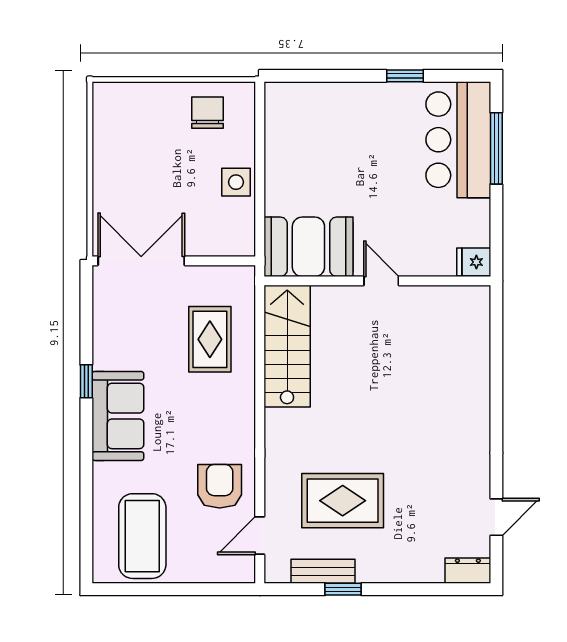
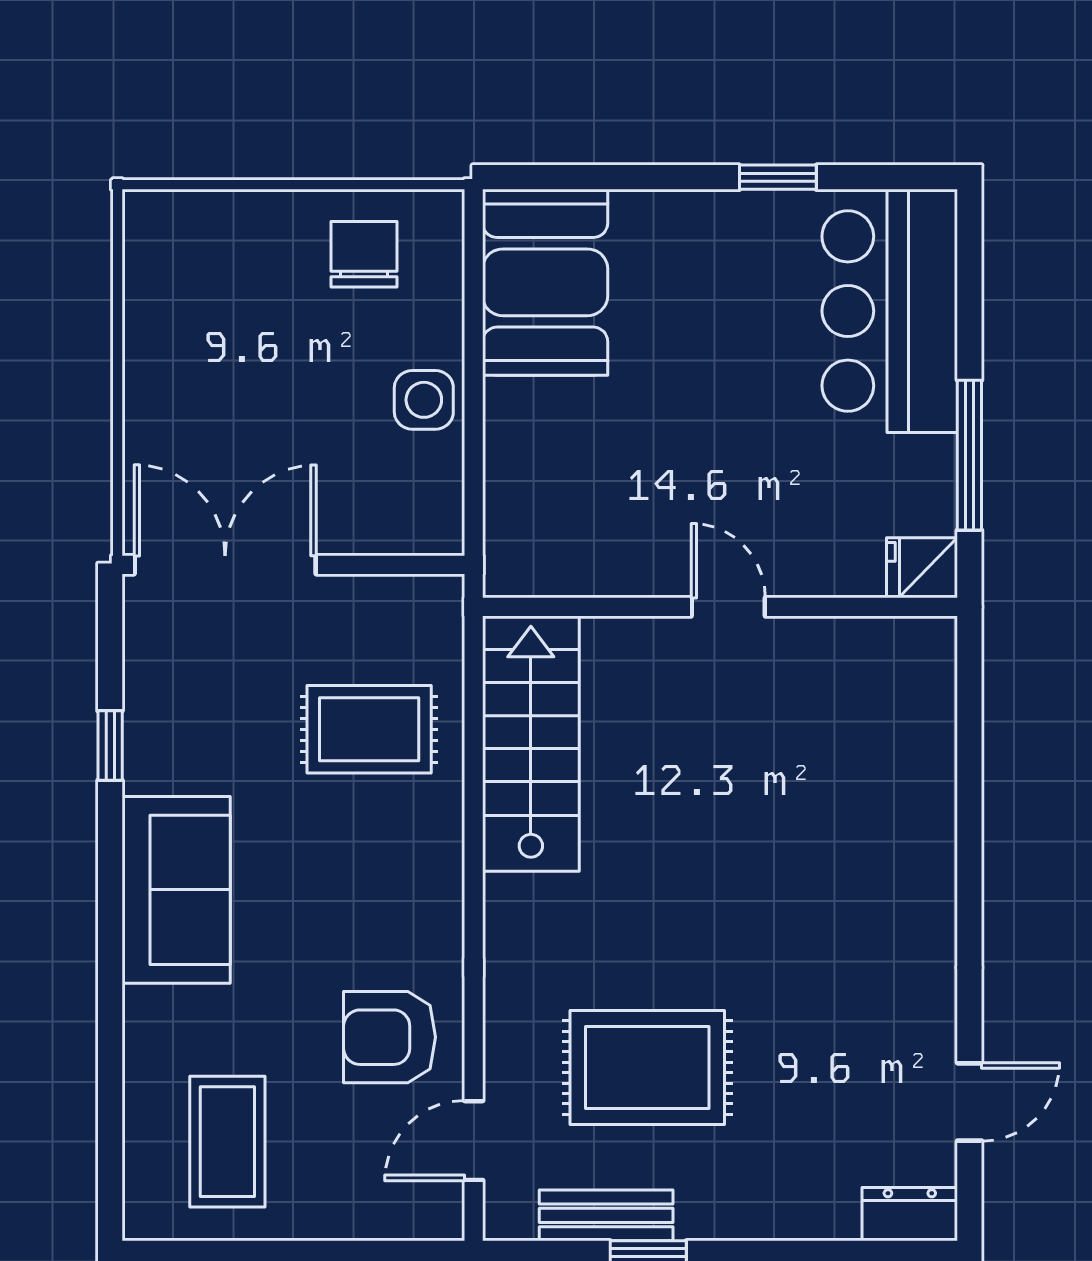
window: (496, 148) -> (969, 455), moved
booth: (308, 247) -> (545, 282), moved, turned 90
rug: (210, 339) -> (369, 729), turned 90
window: (86, 381) -> (110, 746), moved
armchair: (220, 486) -> (390, 1037), turned -90
coffee table: (142, 536) -> (227, 1142), width x0.73, depth x0.76

